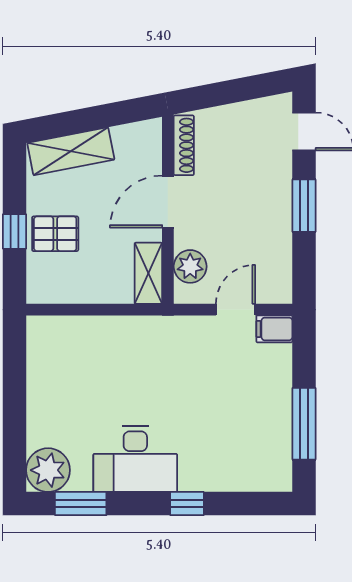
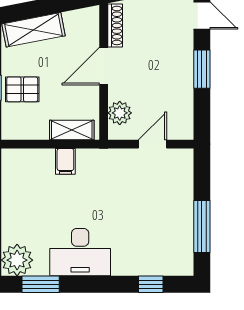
shelving: (148, 273) -> (72, 130), moved, turned 90
filing cabinet: (274, 329) -> (65, 161), moved, turned -90
window: (187, 504) -> (151, 284), moved

